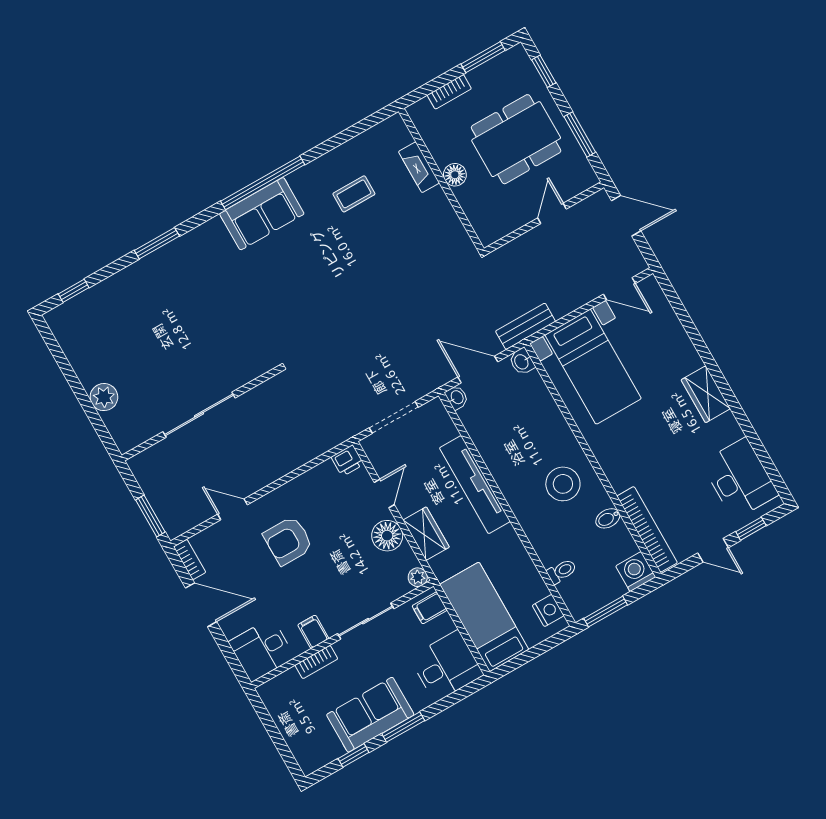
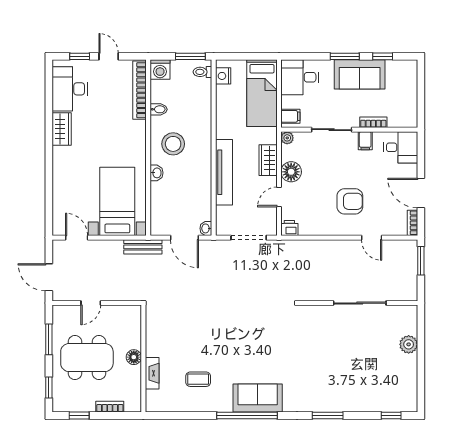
window: (483, 57) -> (79, 415), width x0.67
washbasin: (522, 362) -> (157, 173), moved
wardrobe: (706, 394) -> (62, 129), moved
toilet: (562, 571) -> (202, 72), moved

